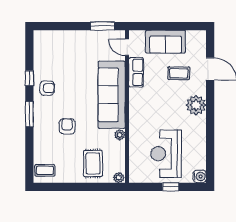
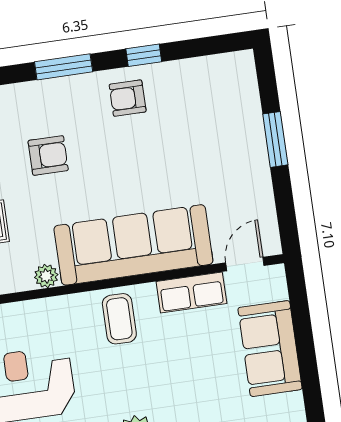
window: (103, 26) -> (275, 139), moved
coffee table: (179, 73) -> (119, 319), moved
armchair: (47, 88) -> (128, 98), turned 90

